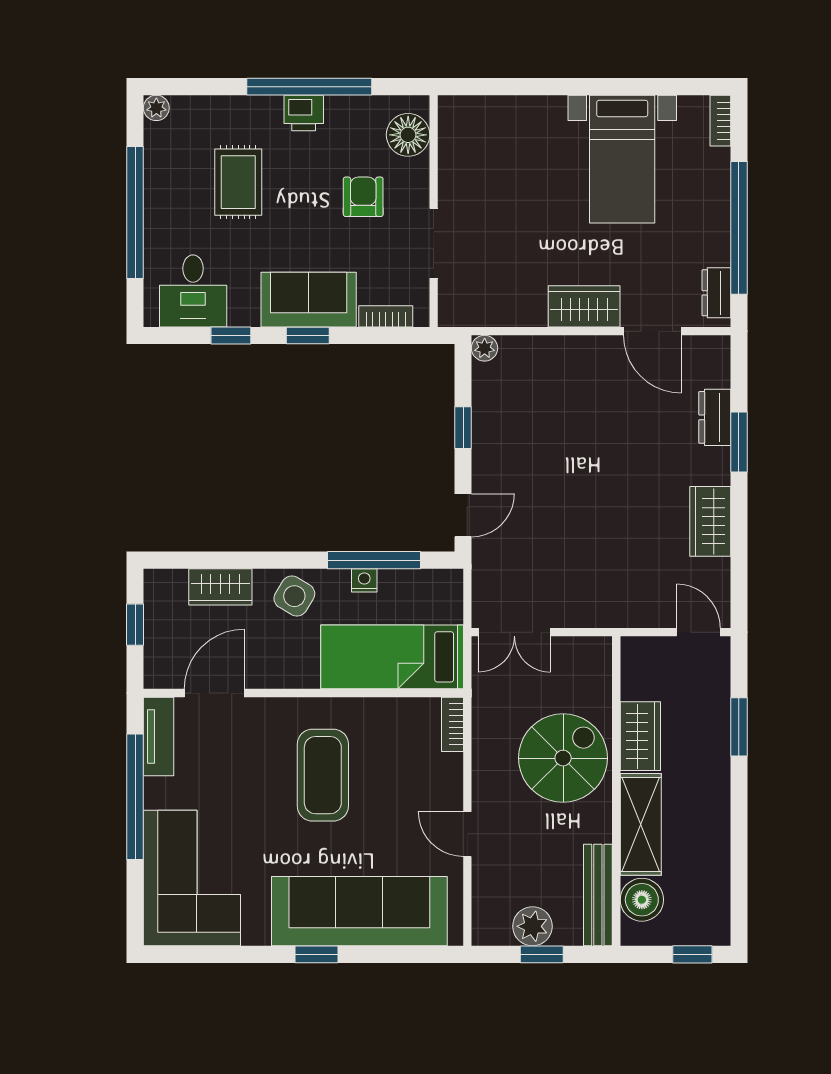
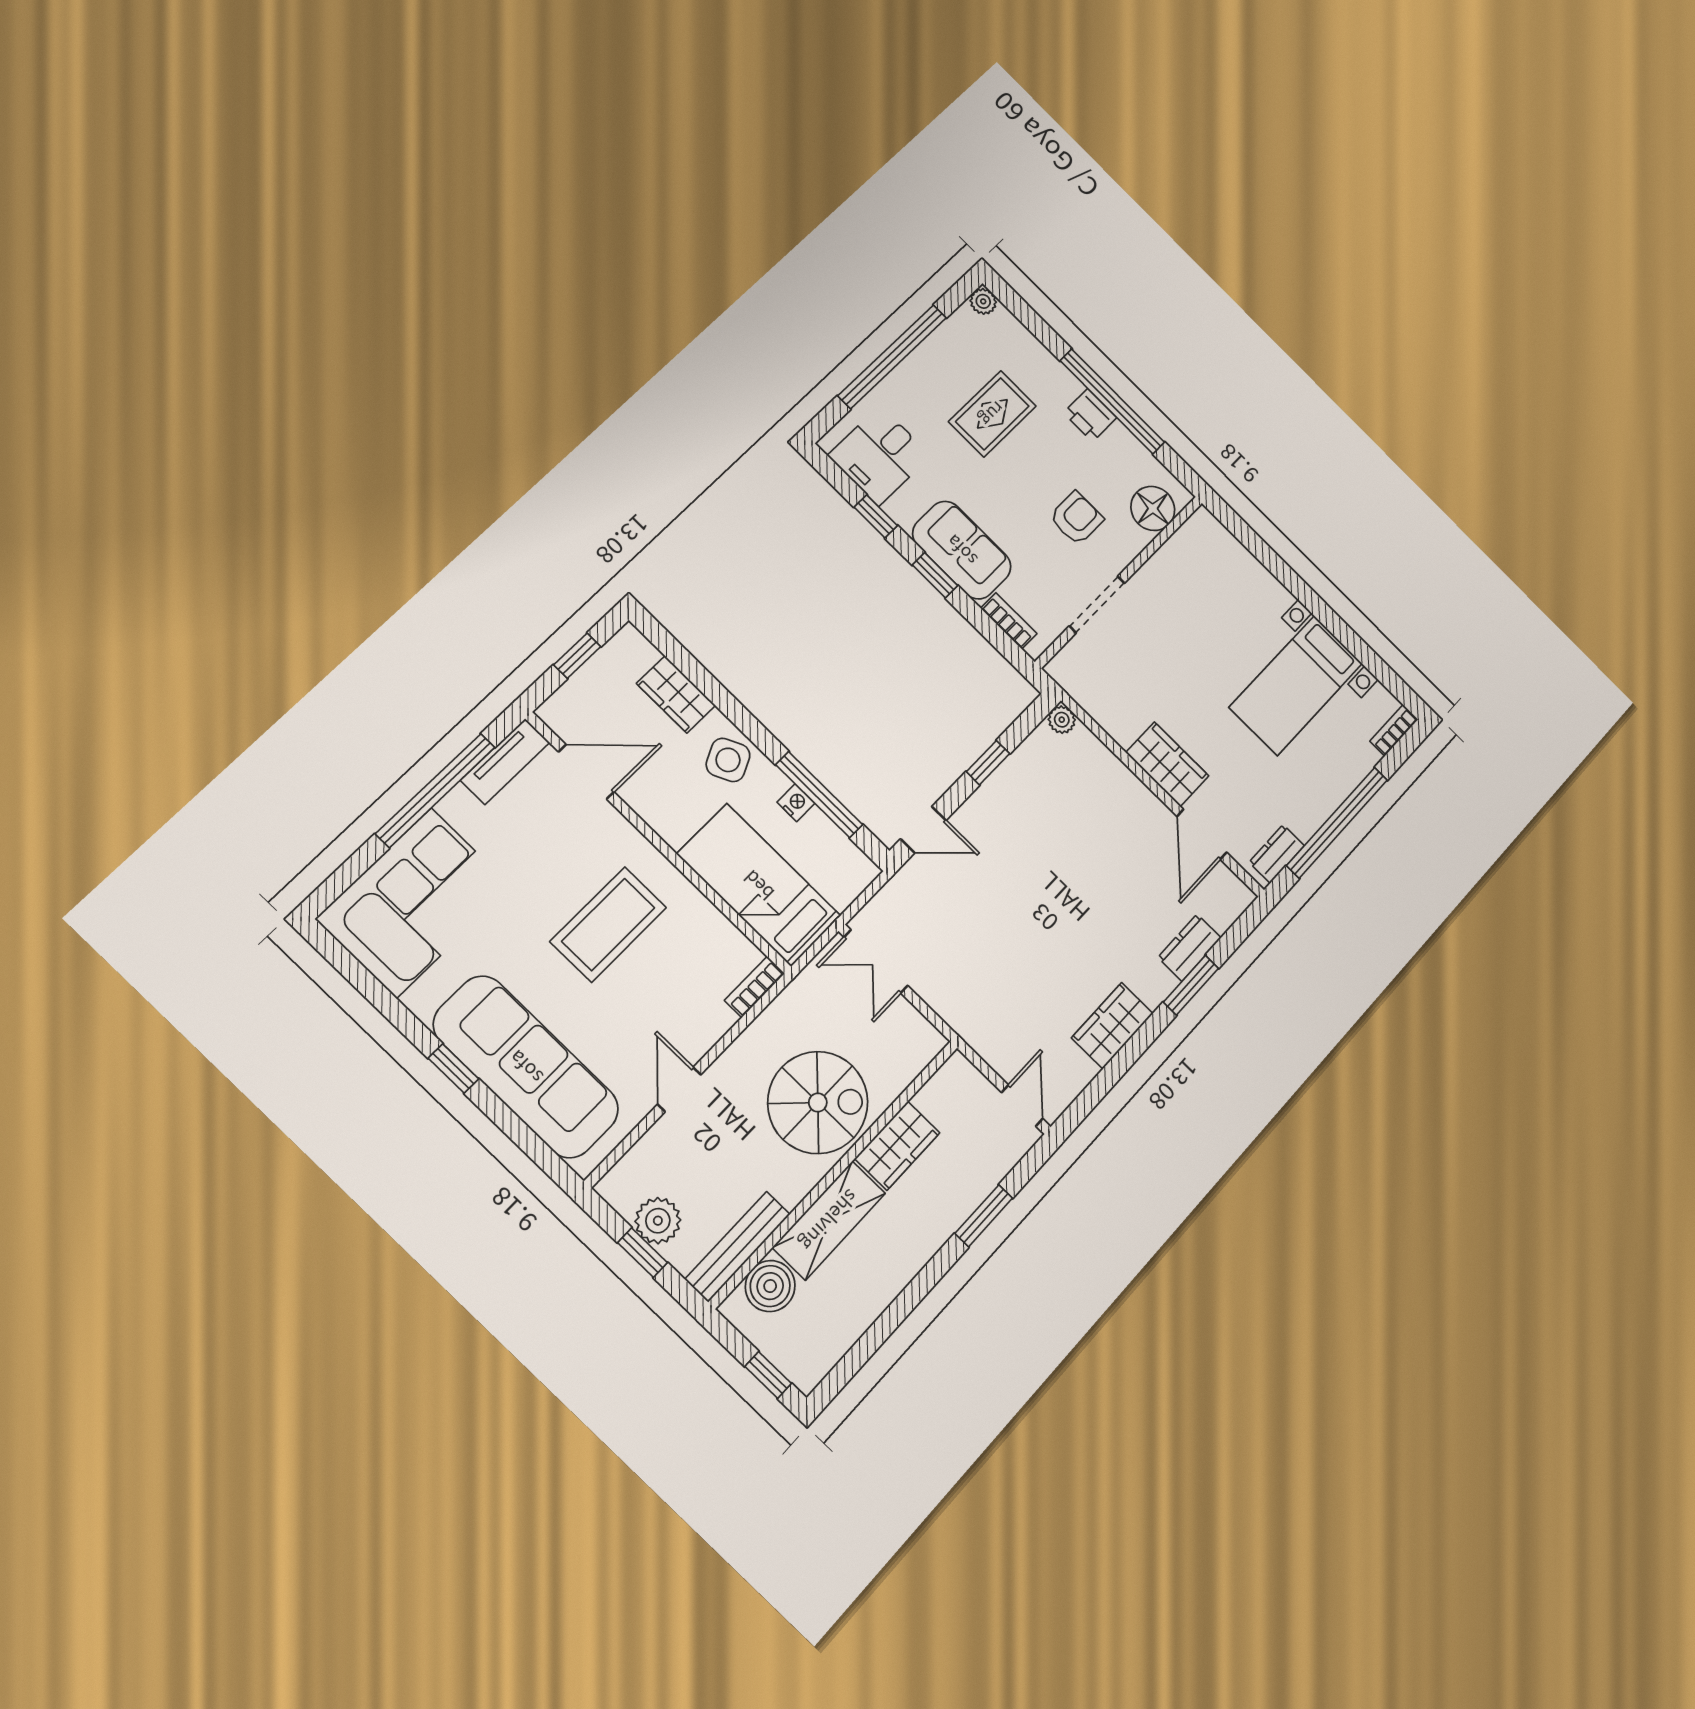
side table: (294, 596) -> (728, 760), turned 33

